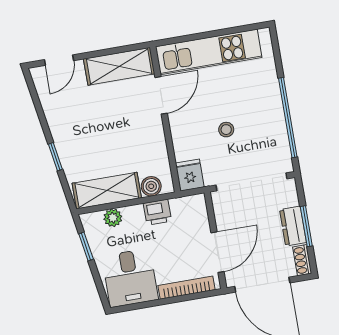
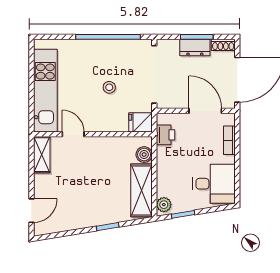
door: (59, 60) -> (31, 211), hinge flipped
shelving: (119, 66) -> (42, 155), width x0.67, depth x0.75
door: (161, 95) -> (73, 134), width x0.73
printer: (157, 212) -> (165, 135), moved
plant: (113, 218) -> (164, 205), moved
bookcase: (187, 288) -> (229, 140), width x0.64

